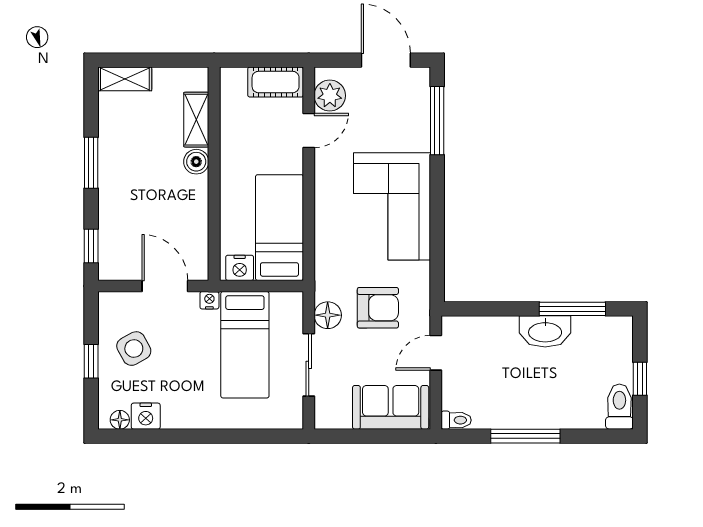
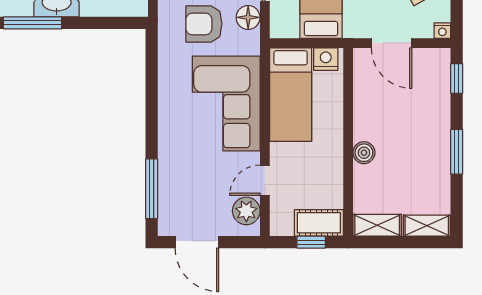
window: (256, 60) -> (311, 242), added
cot: (276, 82) -> (319, 223), moved
shelving: (196, 120) -> (377, 225), moved, turned 90
corner sofa: (392, 206) -> (226, 104), moved, turned 180
nightstand: (209, 300) -> (442, 31), moved

